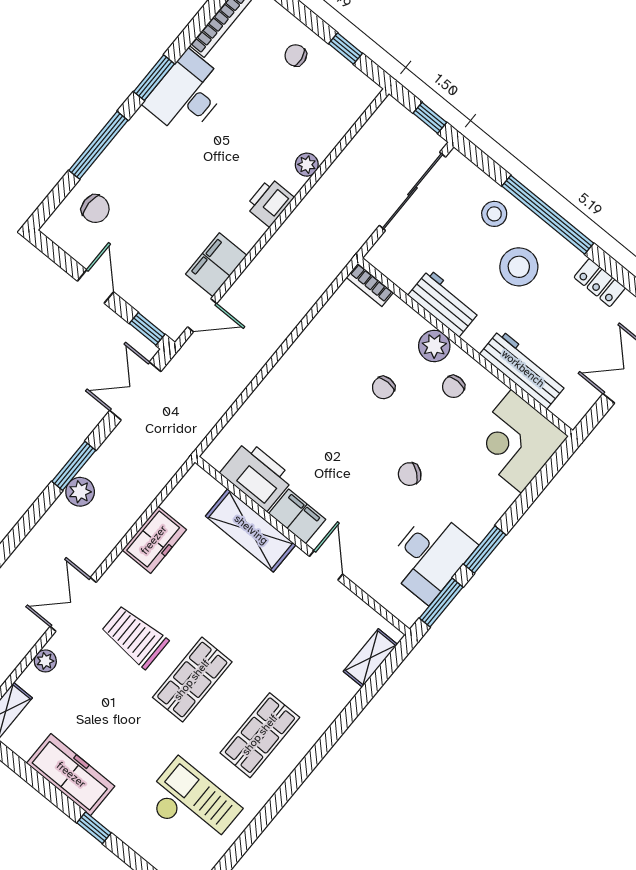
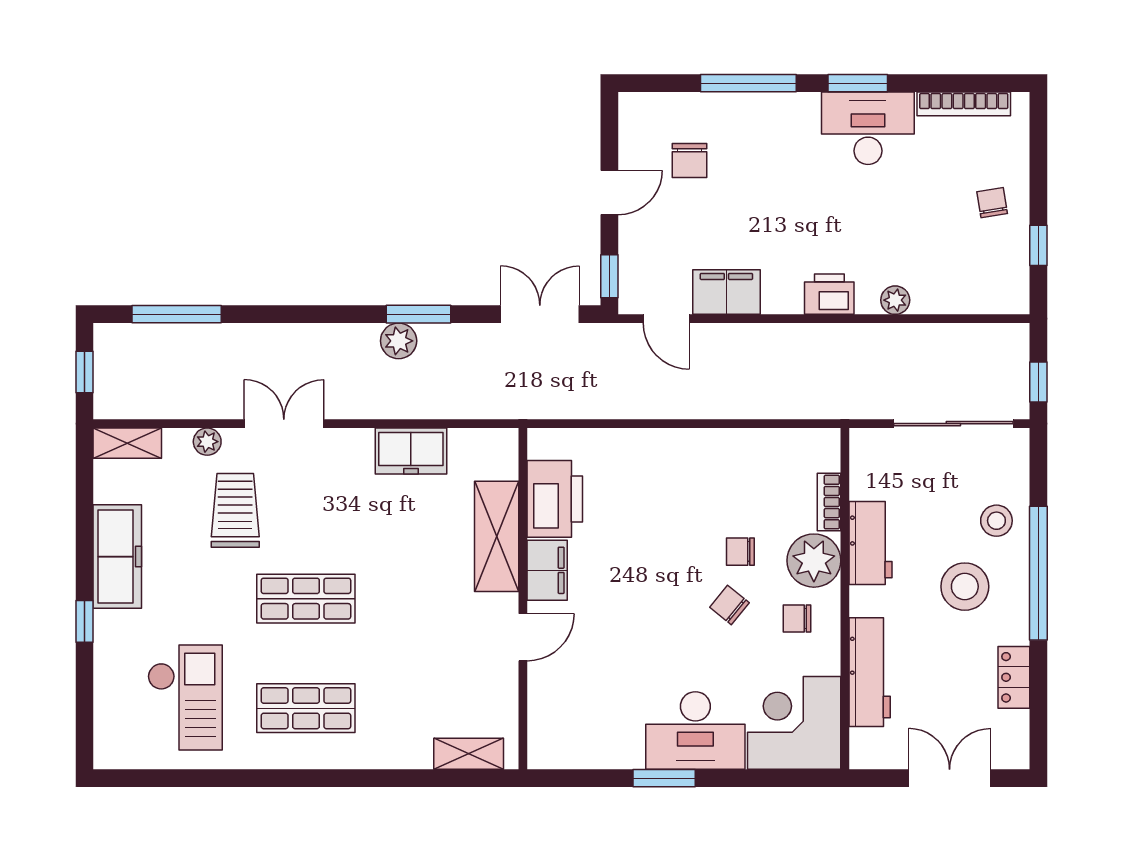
chair: (95, 209) -> (690, 160), moved
bookcase: (370, 285) -> (829, 502), moved
plant: (434, 346) -> (814, 561), width x1.36, depth x1.36
chair: (410, 474) -> (729, 605), moved
desk: (430, 556) -> (695, 730), moved
window: (441, 603) -> (578, 778), removed
trolley: (135, 637) -> (235, 510), moved

